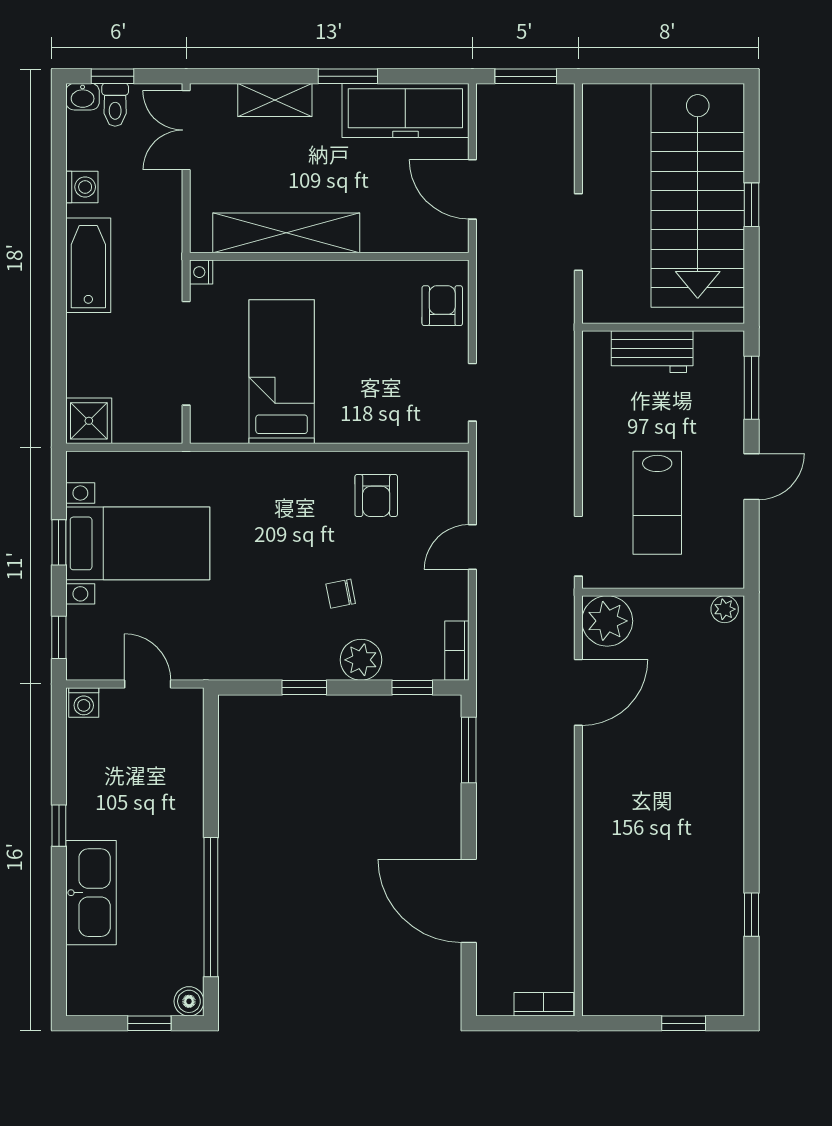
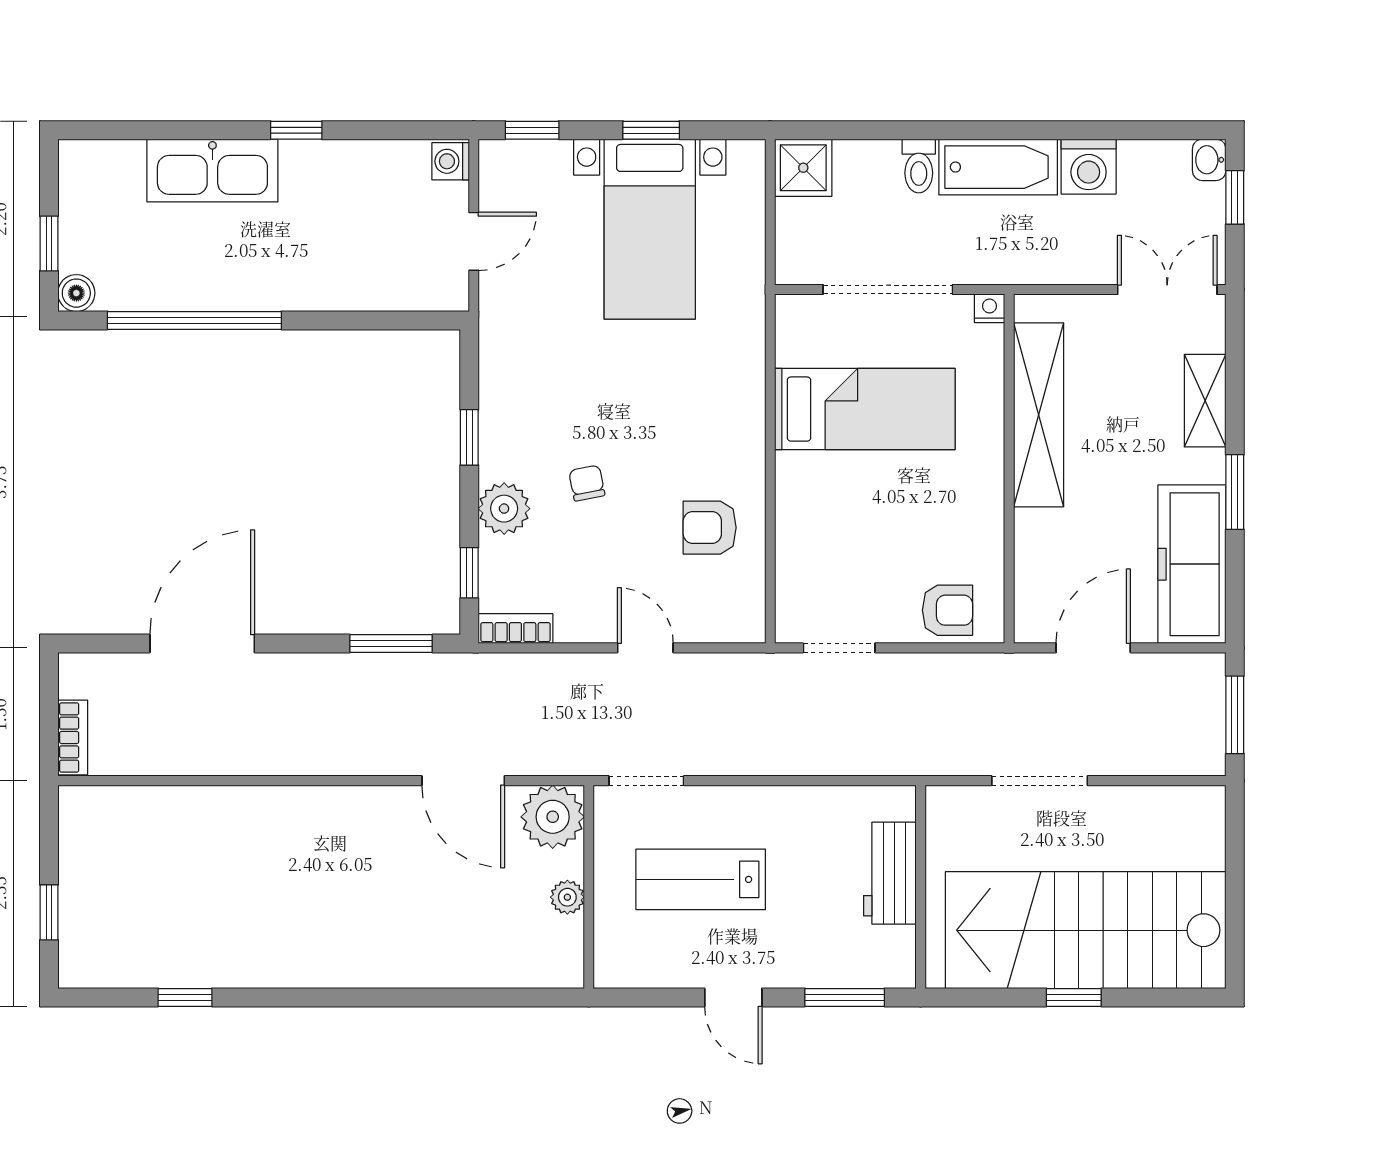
toilet: (115, 105) -> (919, 166), moved, turned -90
washing machine: (82, 187) -> (1089, 167), width x1.38, depth x1.38
plant: (725, 609) -> (567, 897), moved

